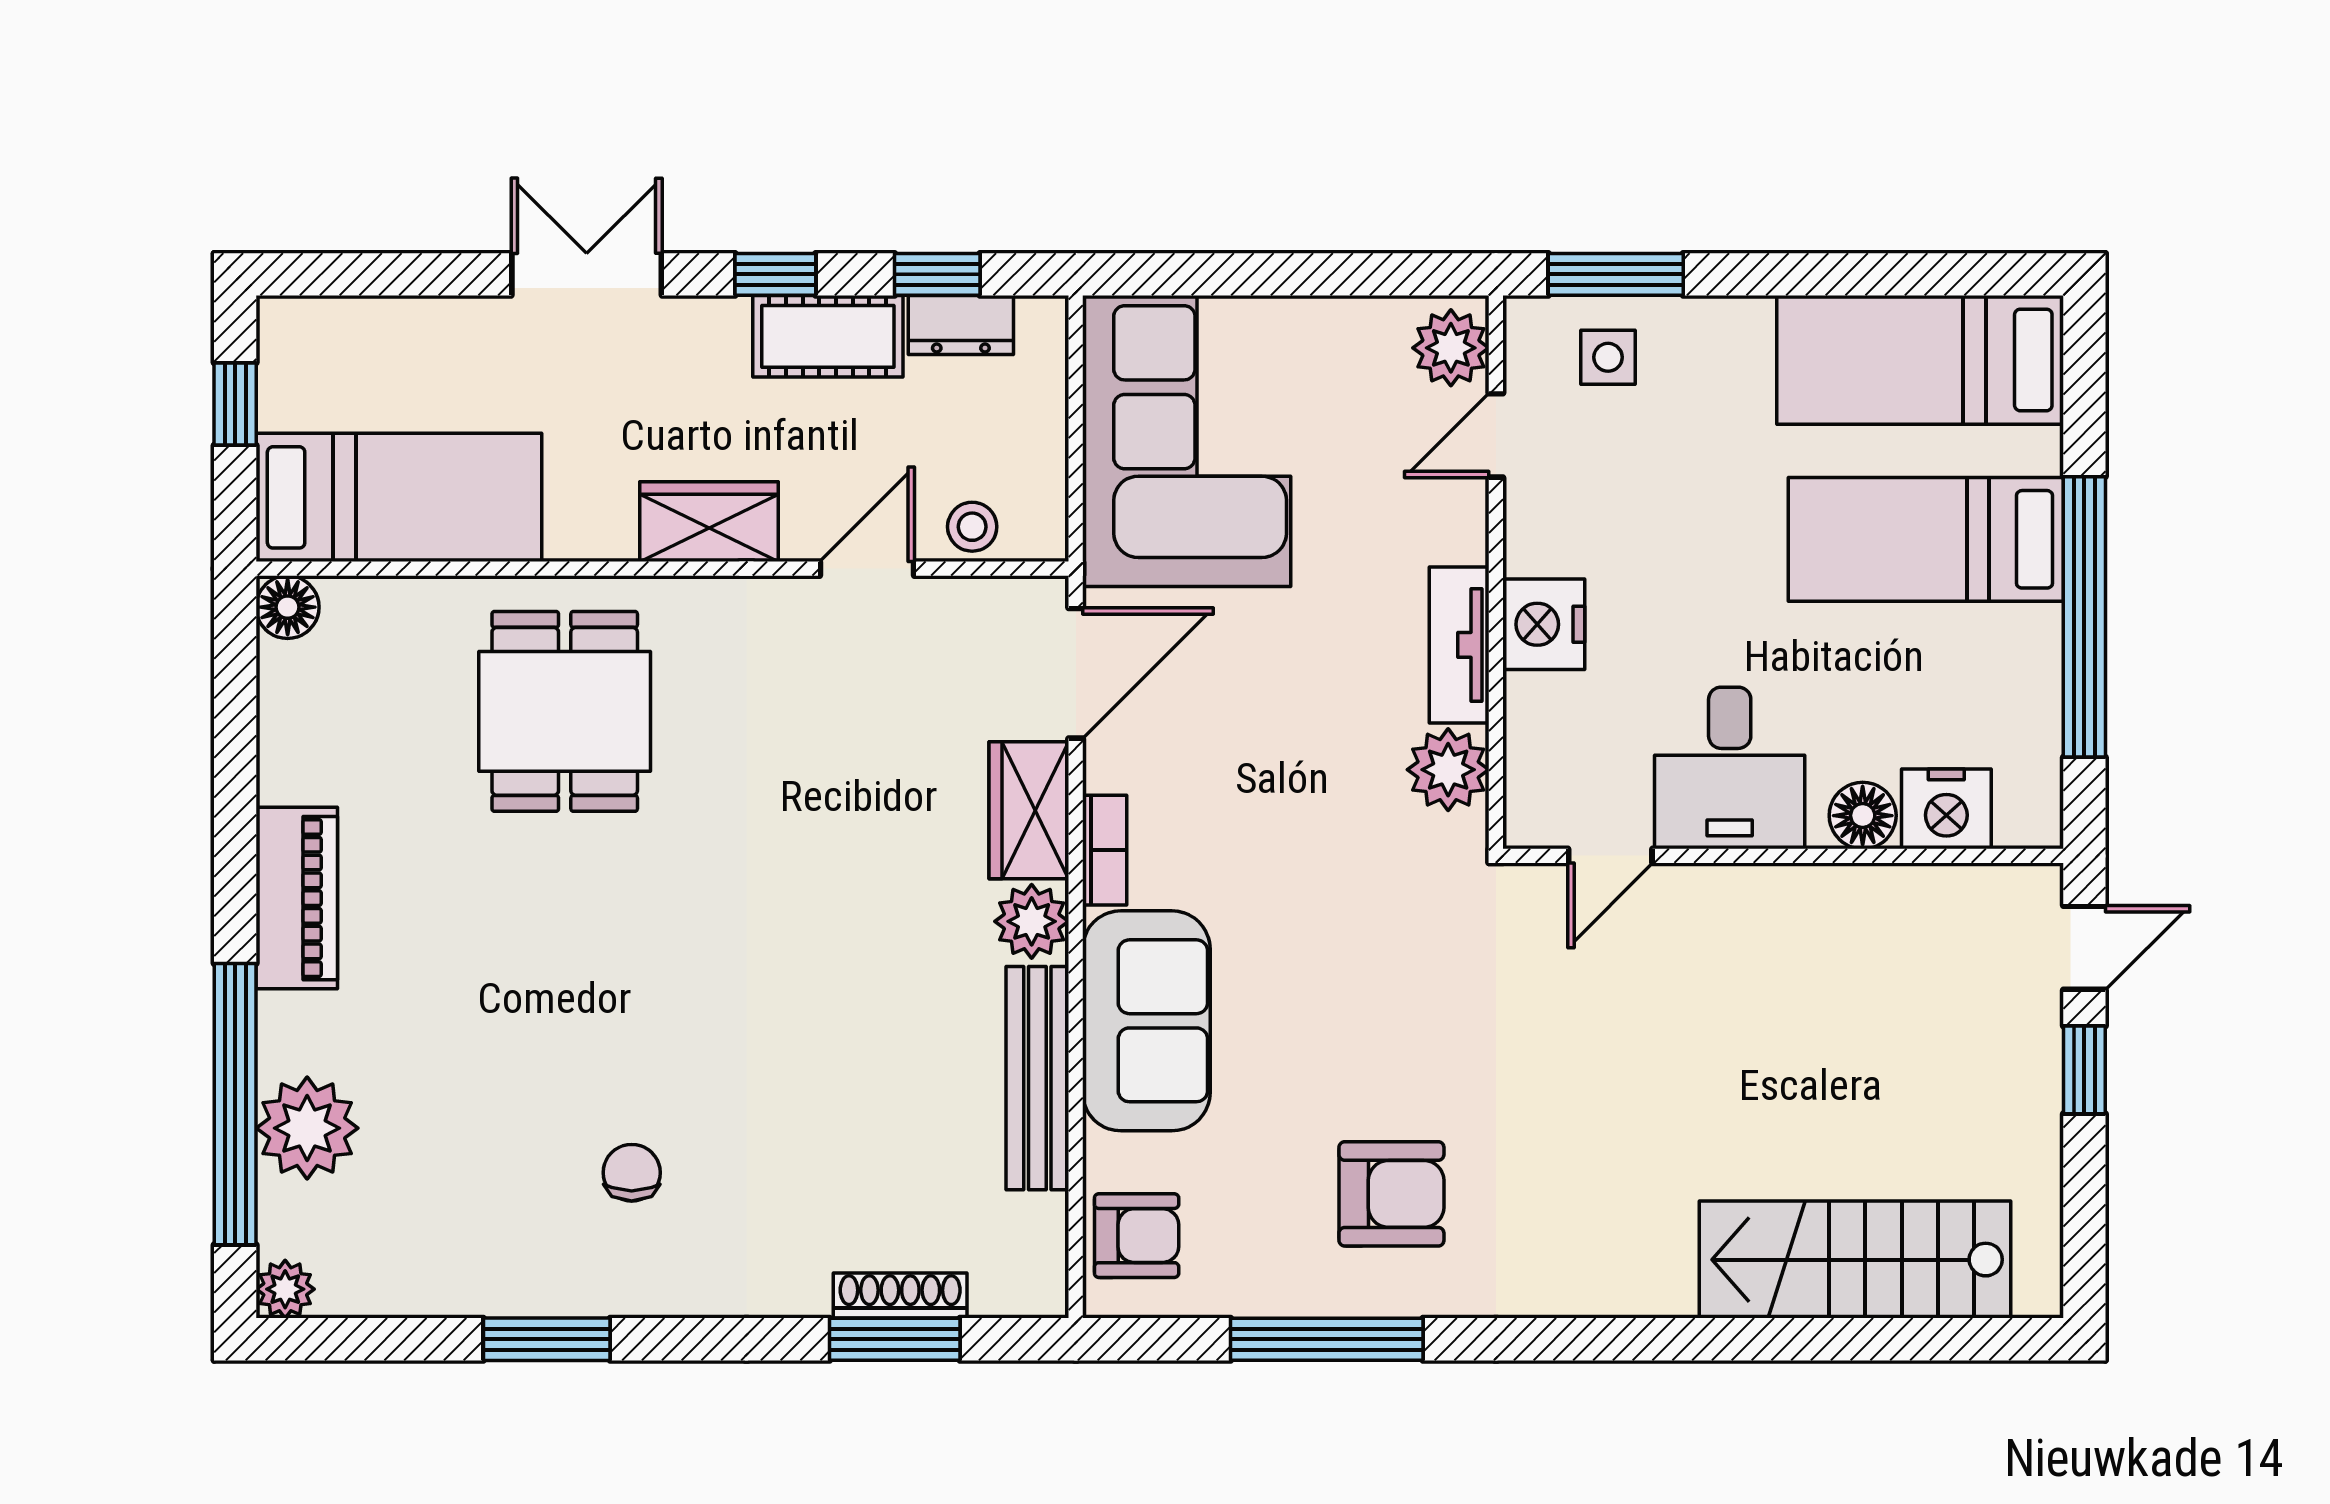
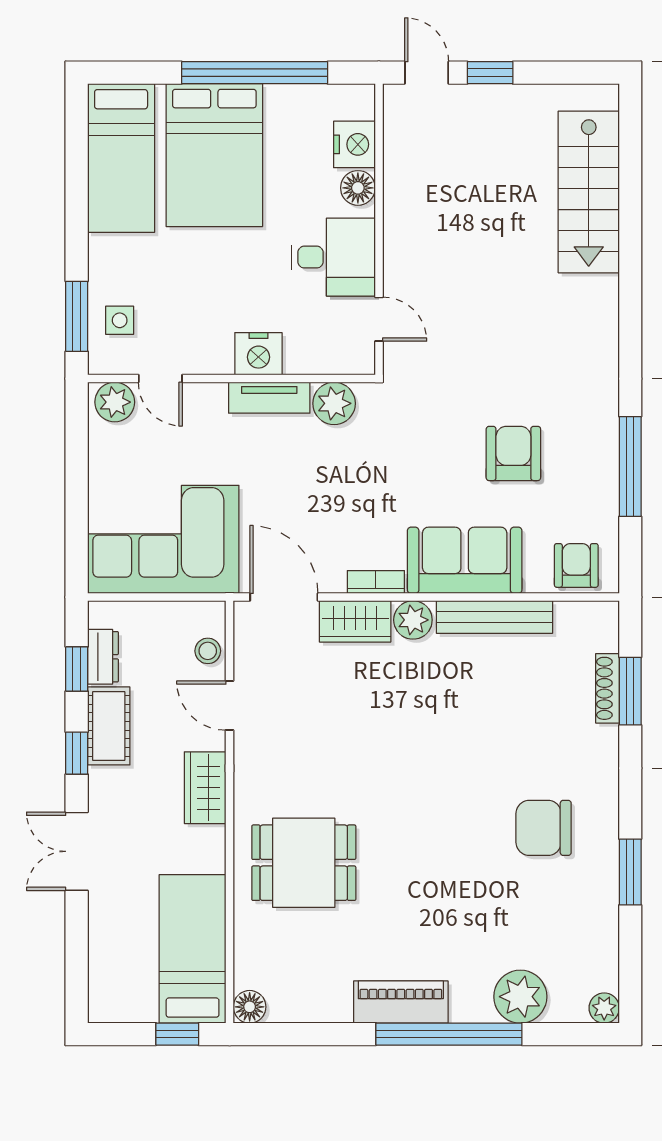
window: (235, 404) -> (177, 1034), moved
bed: (1926, 539) -> (214, 155), width x1.50
window: (235, 1104) -> (449, 1034), moved
chair: (632, 1173) -> (544, 828), width x1.87, depth x1.87
armchair: (1391, 1194) -> (513, 453), moved

